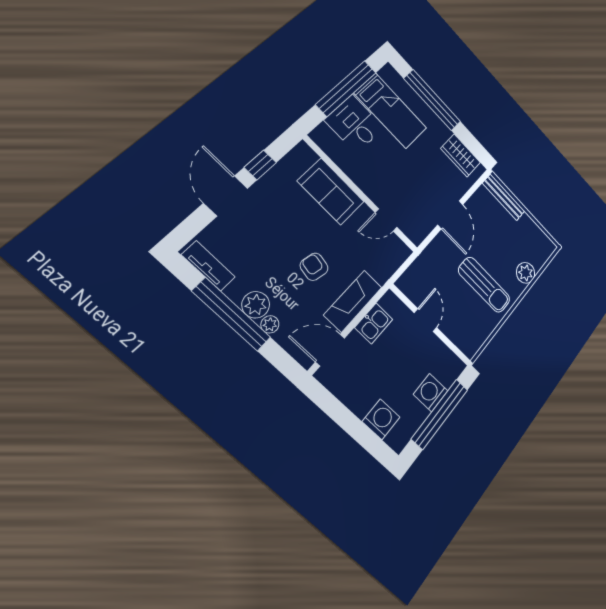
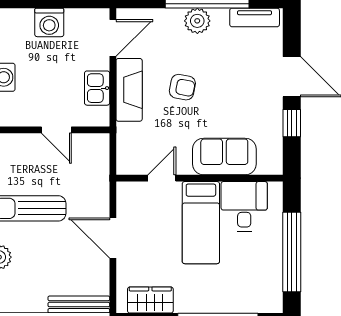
bed: (391, 111) -> (201, 223), moved, turned -90
desk: (355, 124) -> (244, 206), moved, turned -90
plant: (270, 324) -> (174, 16), removed
washing machine: (381, 419) -> (49, 22), moved

